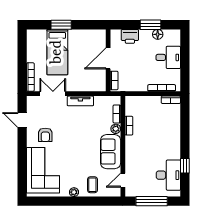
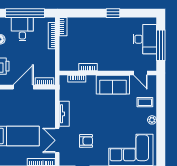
door: (108, 58) -> (23, 87), swing flipped
window: (185, 60) -> (25, 13), added
plant: (116, 129) -> (91, 80), removed
armchair: (45, 135) -> (86, 141), moved
window: (185, 166) -> (113, 13), moved
desk: (168, 175) -> (145, 39), moved, turned 90

